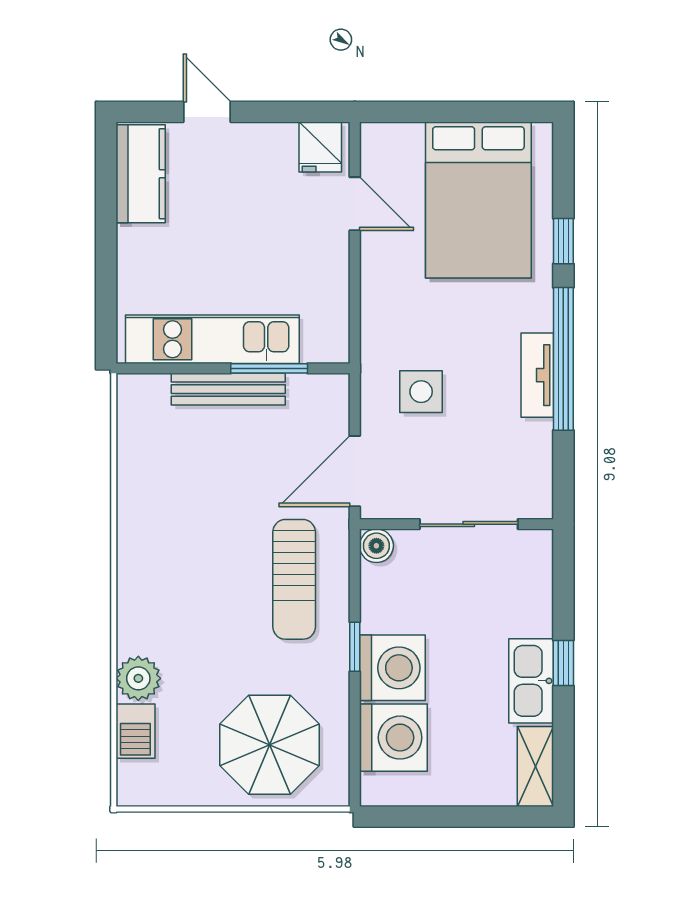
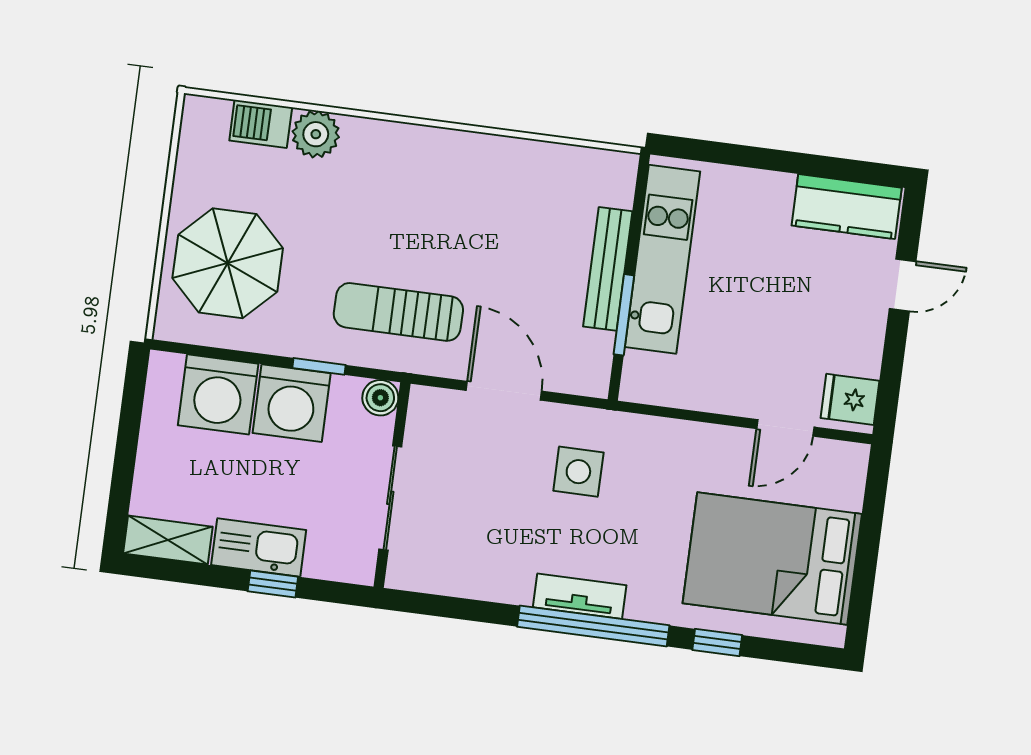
wall: (457, 524) -> (392, 485), moved
sliding door: (469, 524) -> (390, 498), moved
boiler: (376, 546) -> (380, 398), moved

